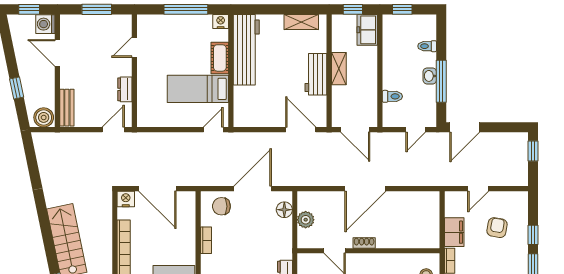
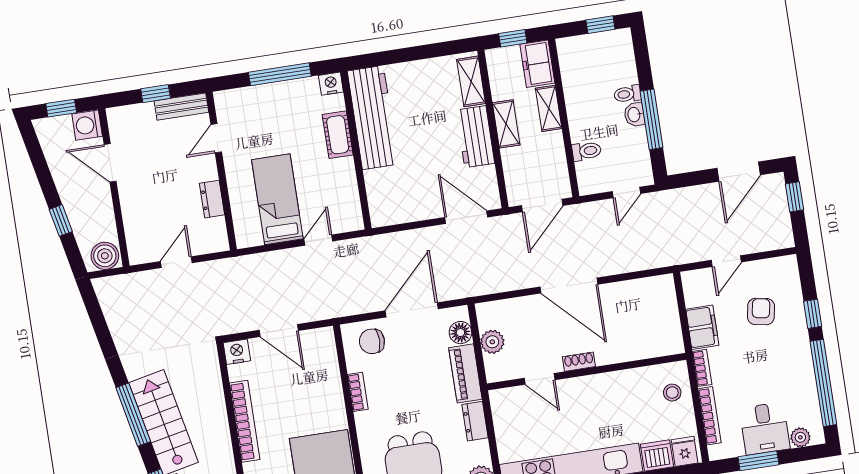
window: (97, 9) -> (156, 94), width x0.67
window: (402, 9) -> (600, 25), moved
shelving: (301, 22) -> (471, 81), moved, turned 90
toilet: (427, 46) -> (627, 94), moved
shelving: (370, 62) -> (549, 108), added
bed: (198, 89) -> (277, 199), moved, turned 90
bench: (67, 108) -> (181, 107), moved, turned 90
door: (465, 127) -> (739, 172), moved
door: (113, 130) -> (176, 262), moved
door: (213, 130) -> (318, 240), moved
door: (355, 130) -> (542, 206), hinge flipped
door: (157, 189) -> (279, 330), width x0.73
door: (365, 189) -> (569, 286), hinge flipped
window: (46, 232) -> (133, 415), added
piano: (283, 239) -> (465, 373), added

